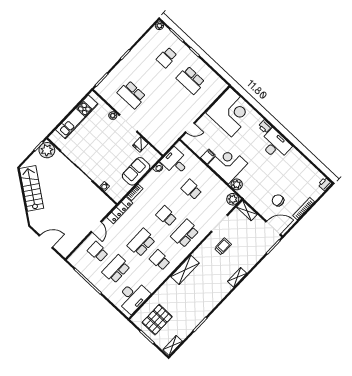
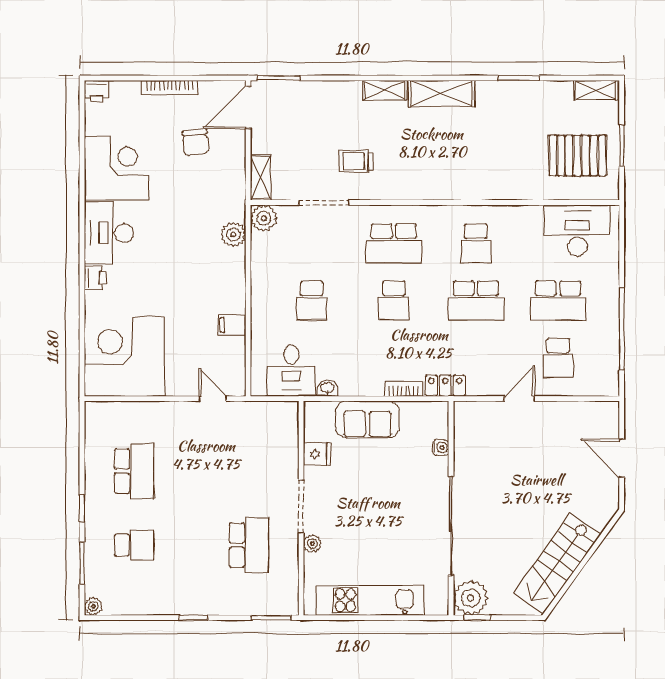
corner desk: (228, 164) -> (116, 168), moved, turned 180
locker: (120, 210) -> (445, 386), width x0.66
door: (273, 228) -> (248, 108), hinge flipped
shelving: (185, 270) -> (441, 94), moved

